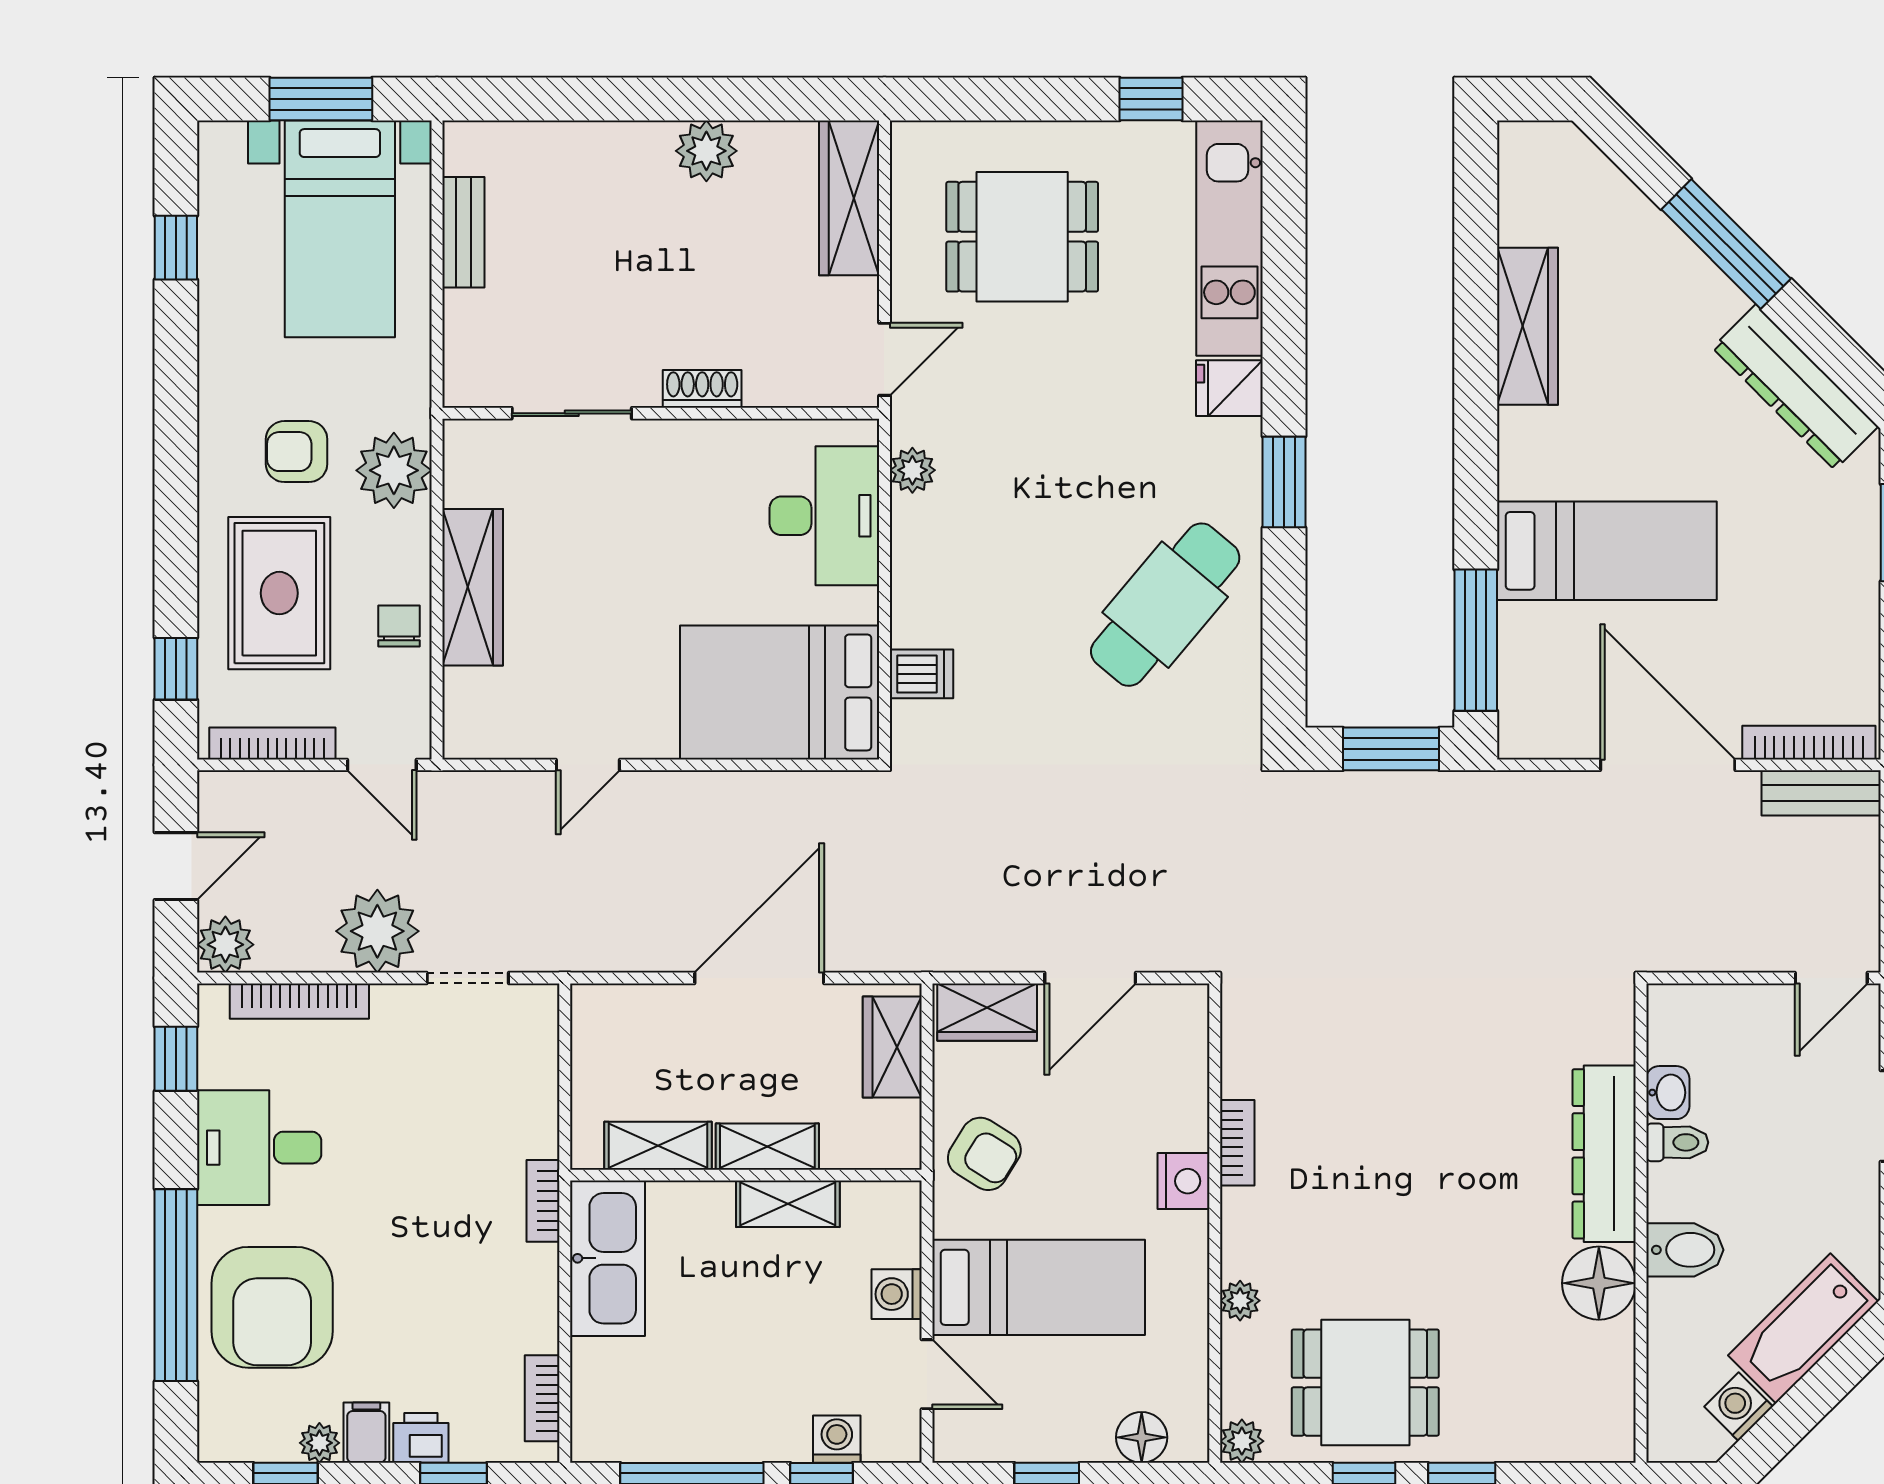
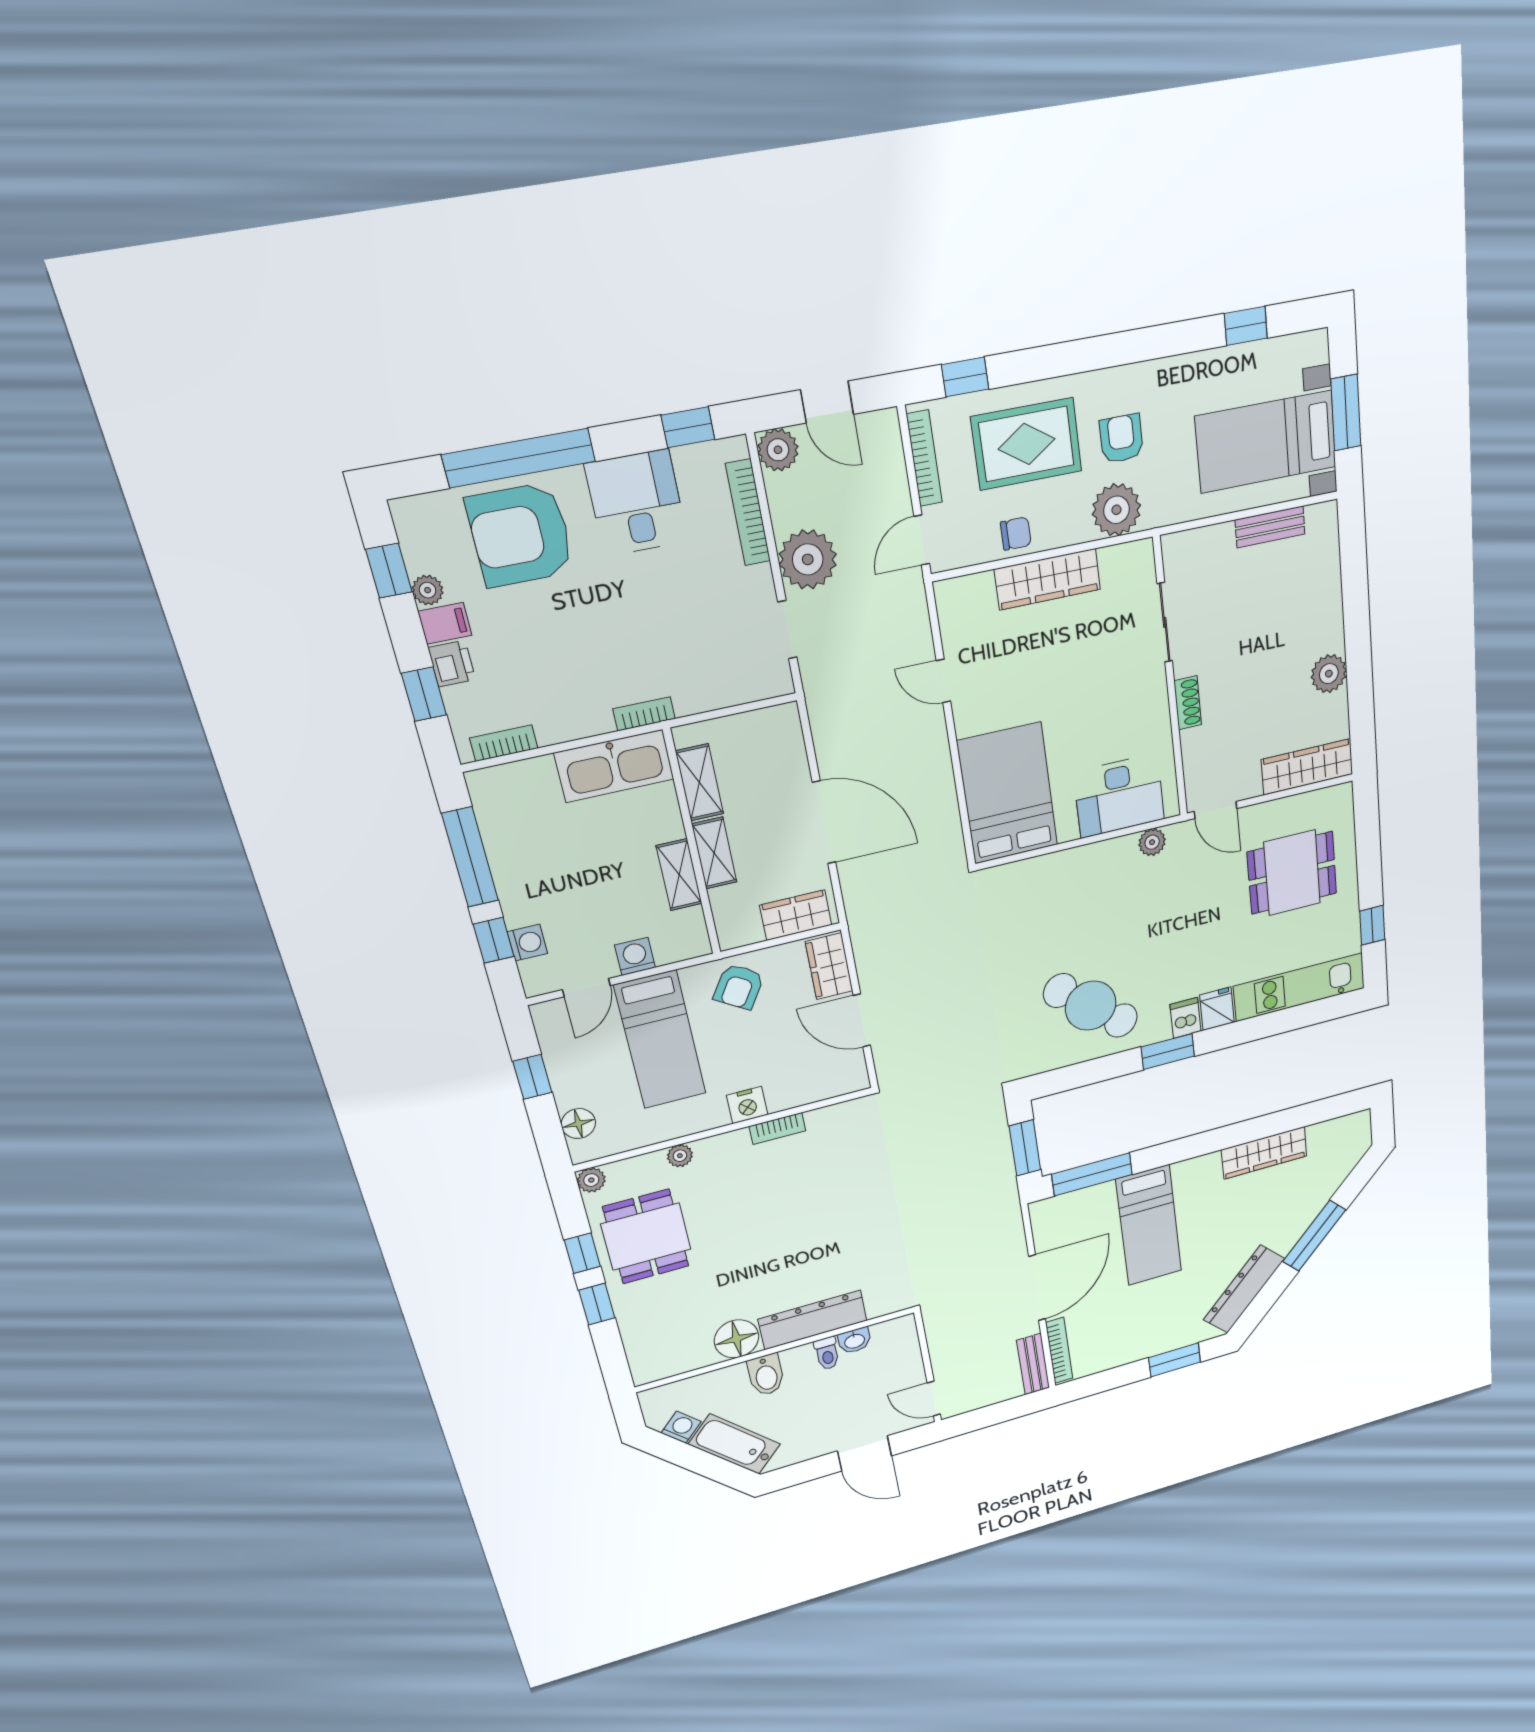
dining table: (1022, 237) -> (1292, 873), turned 90
dishwasher: (921, 674) -> (1185, 1018), moved, turned 180

